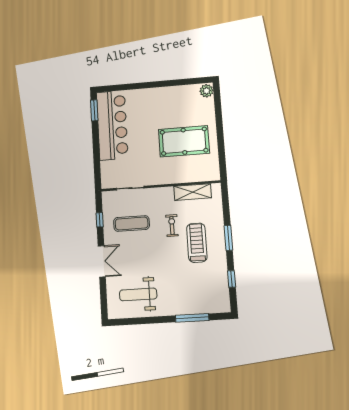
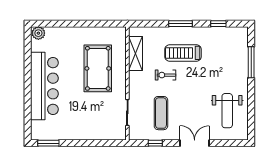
bar counter: (112, 125) -> (44, 86), moved, turned 90
pool table: (184, 141) -> (98, 68), moved

